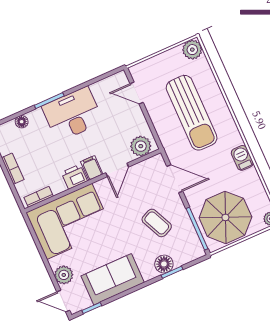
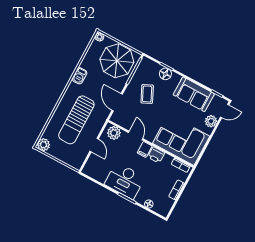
door: (137, 93) -> (94, 145), moved
sun lounger: (192, 113) -> (76, 120), turned 180
door: (117, 170) -> (136, 136), hinge flipped
door: (63, 301) -> (225, 111), hinge flipped

